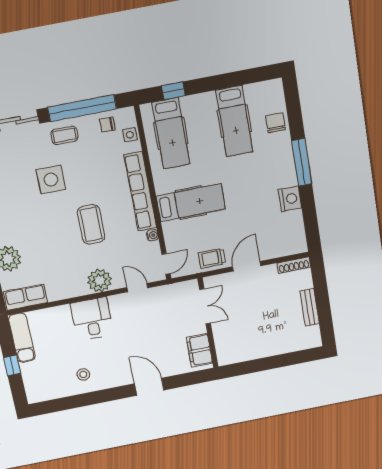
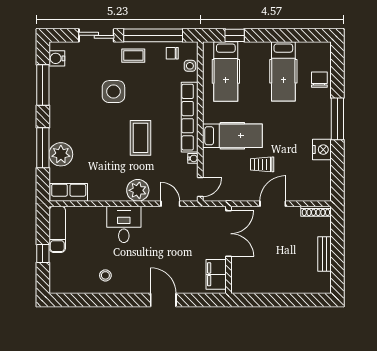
trolley: (212, 258) -> (262, 164), moved
double door: (205, 306) -> (228, 234), width x1.37

